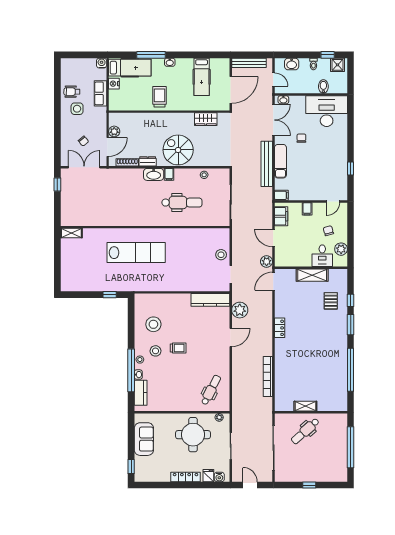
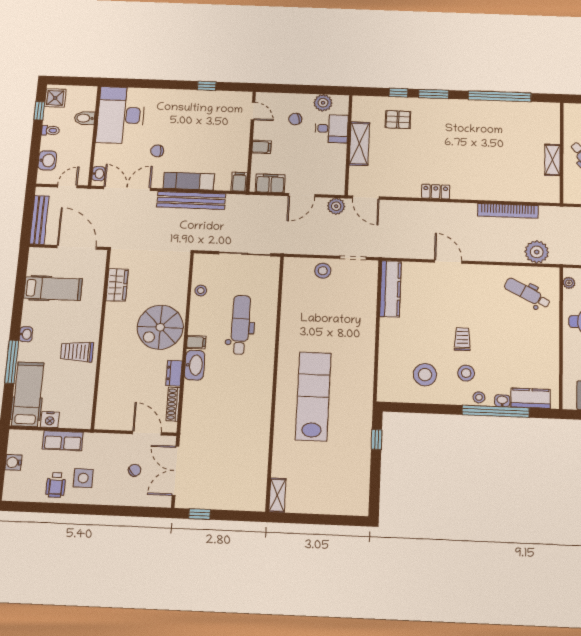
water cooler: (102, 63) -> (13, 462), moved
plant: (114, 131) -> (124, 422), removed
plant: (240, 310) -> (537, 252), moved

